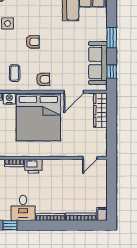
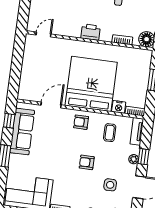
wardrobe: (100, 110) -> (26, 82), removed
printer: (33, 166) -> (91, 32), moved

